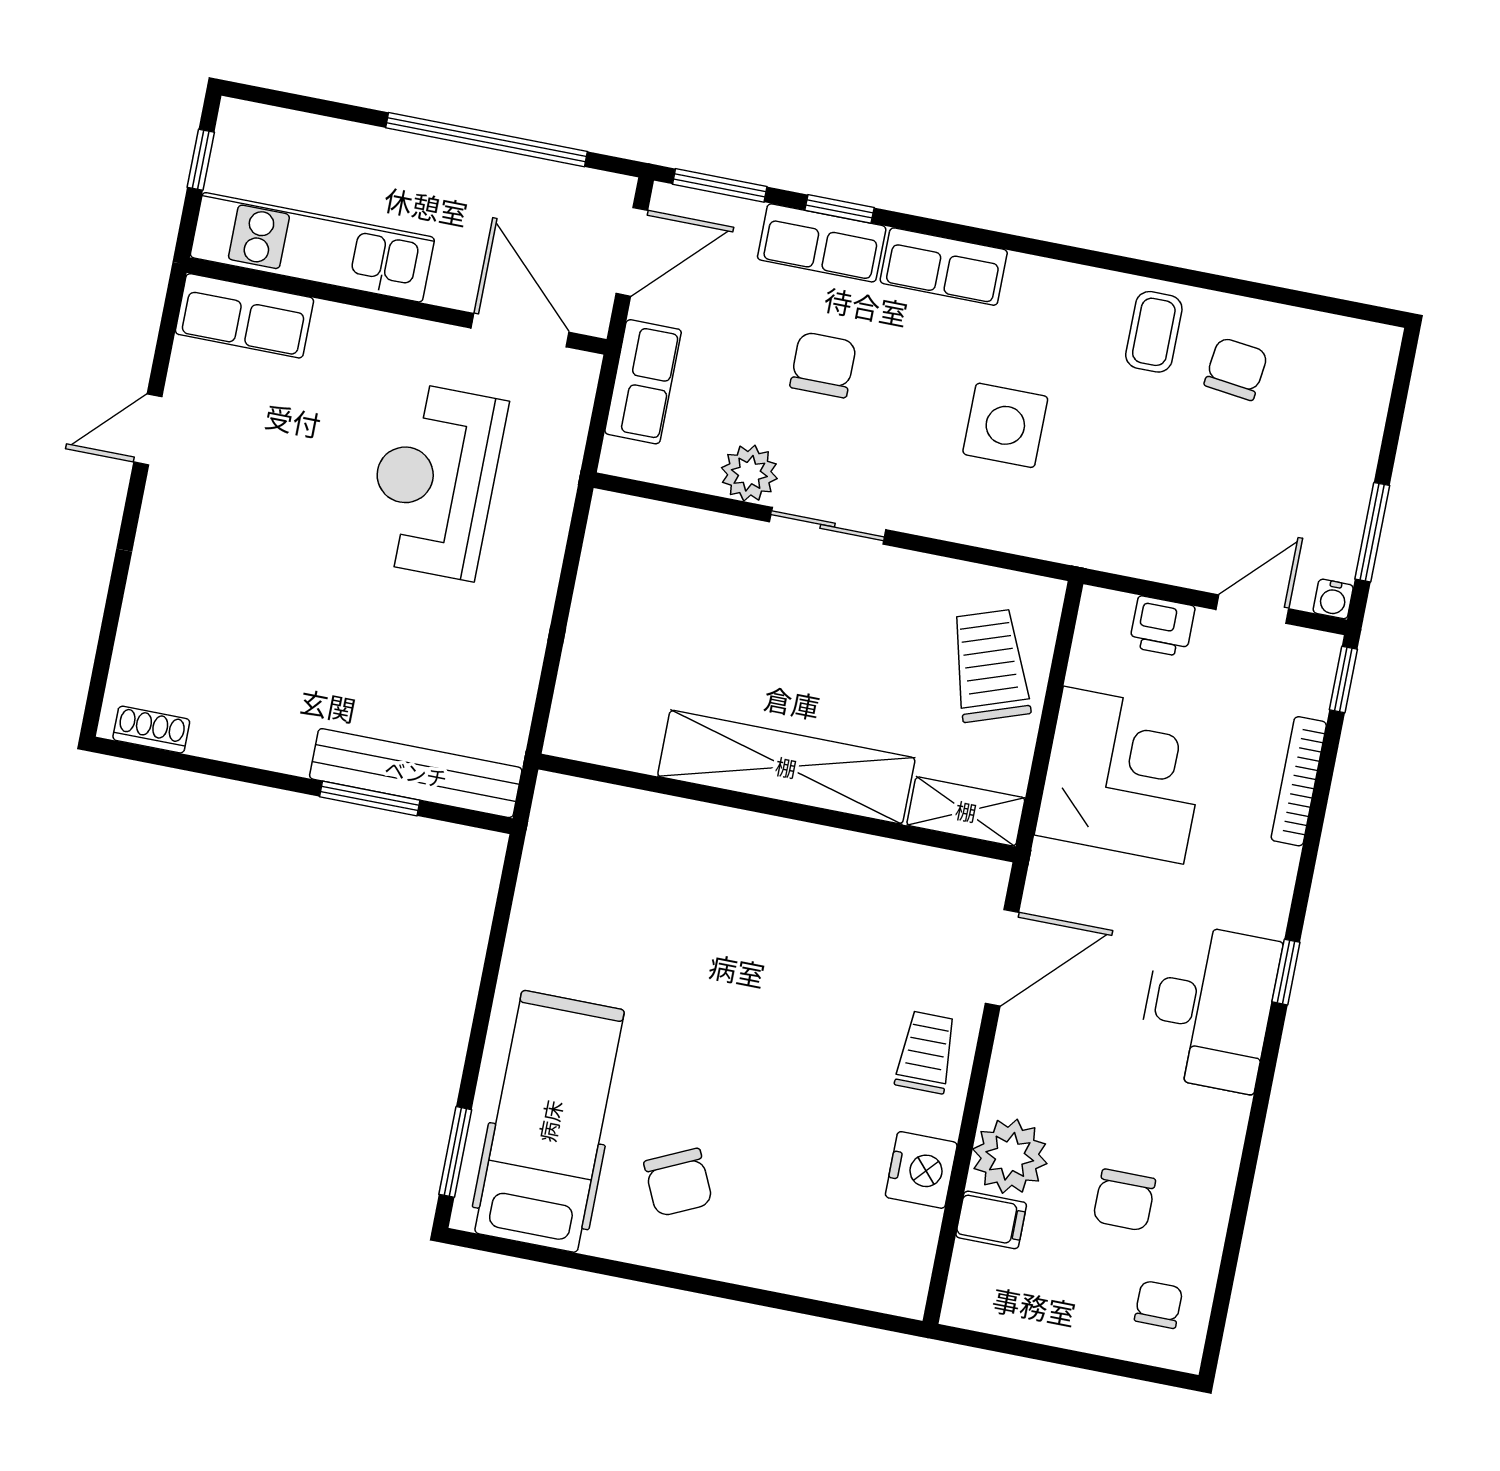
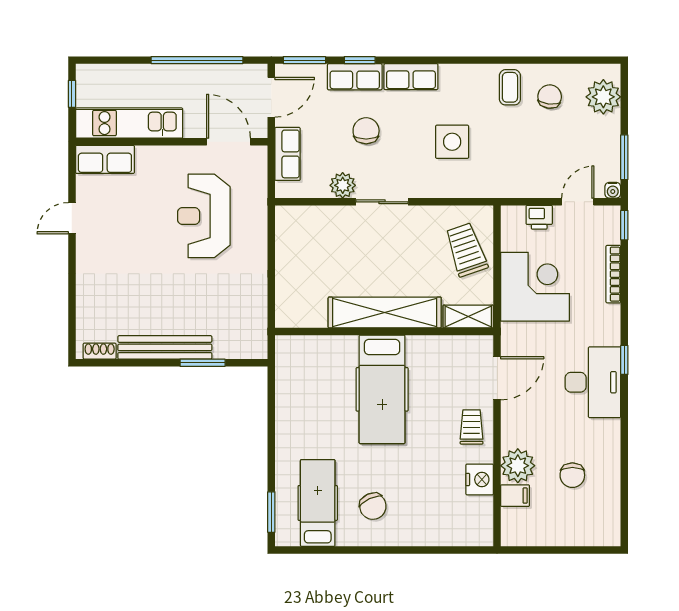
plant: (1352, 392) -> (603, 97), added
bench: (416, 773) -> (165, 347), moved
hospital bed: (748, 933) -> (382, 389), added
hospital bed: (550, 1121) -> (318, 503), width x0.73, depth x0.78
chair: (1159, 1304) -> (597, 519), removed

